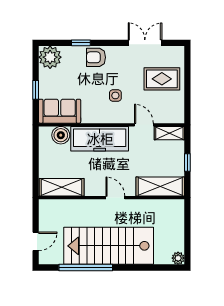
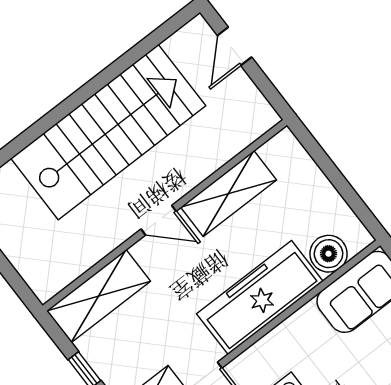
shelving: (62, 187) -> (229, 194), moved
window: (86, 267) -> (118, 67), removed

